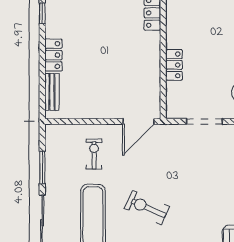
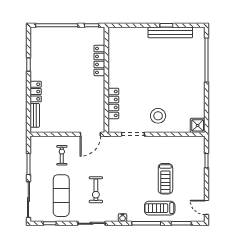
locker: (174, 65) -> (113, 103), width x1.53
exercise bike: (147, 207) -> (96, 190), turned -114

